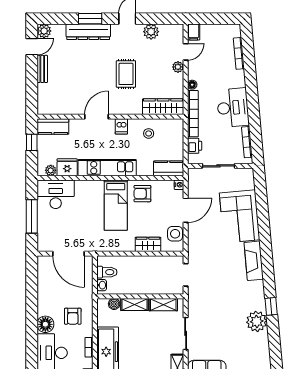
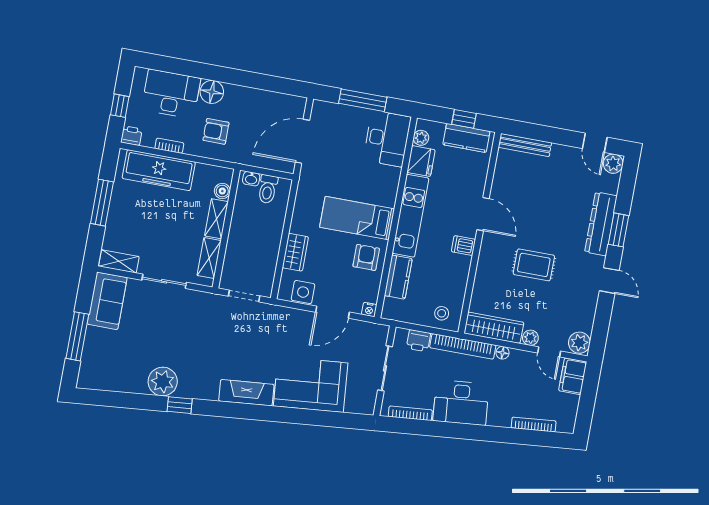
plant: (151, 32) -> (579, 343), moved
filing cabinet: (194, 32) -> (573, 376), width x2.00
bench: (42, 69) -> (525, 145), moved, width x1.36
wardrobe: (163, 107) -> (494, 328), moved, turned -90
kitchen counter: (53, 126) -> (466, 138), moved, turned -90
stool: (149, 133) -> (442, 313), moved
kitchen counter: (169, 168) -> (398, 277), moved
door: (186, 210) -> (332, 312), hinge flipped

